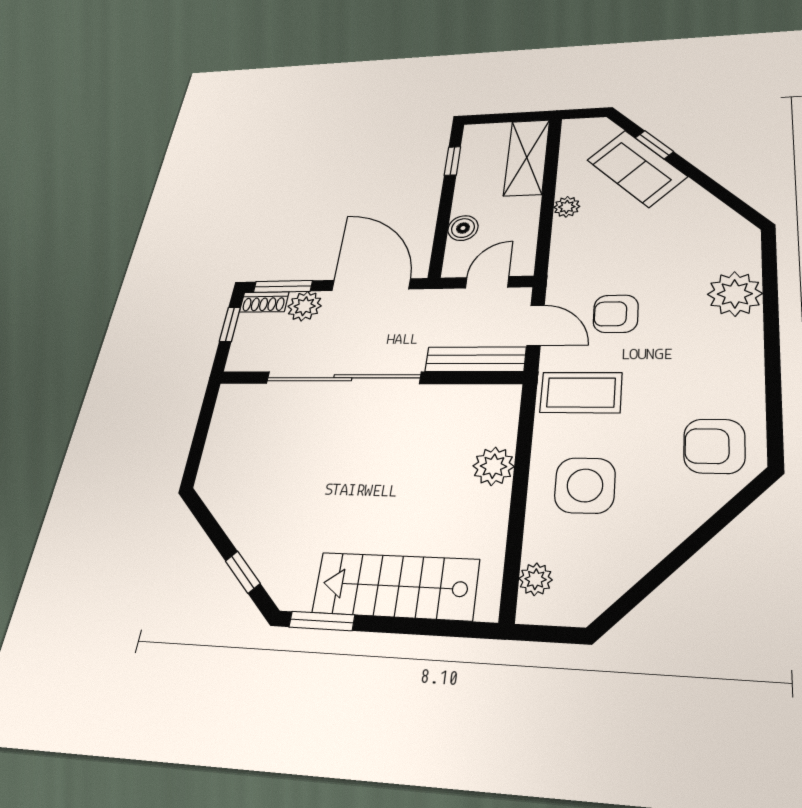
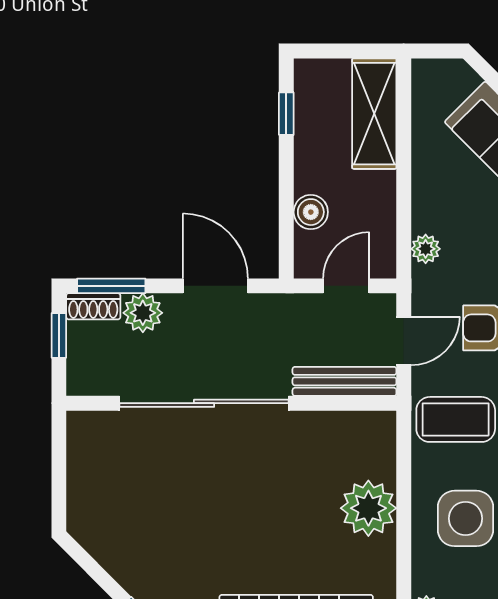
plant: (567, 207) -> (426, 249), moved
door: (371, 285) -> (215, 286), width x0.73
door: (536, 325) -> (404, 341), hinge flipped
plant: (493, 466) -> (368, 508), width x1.36, depth x1.36

